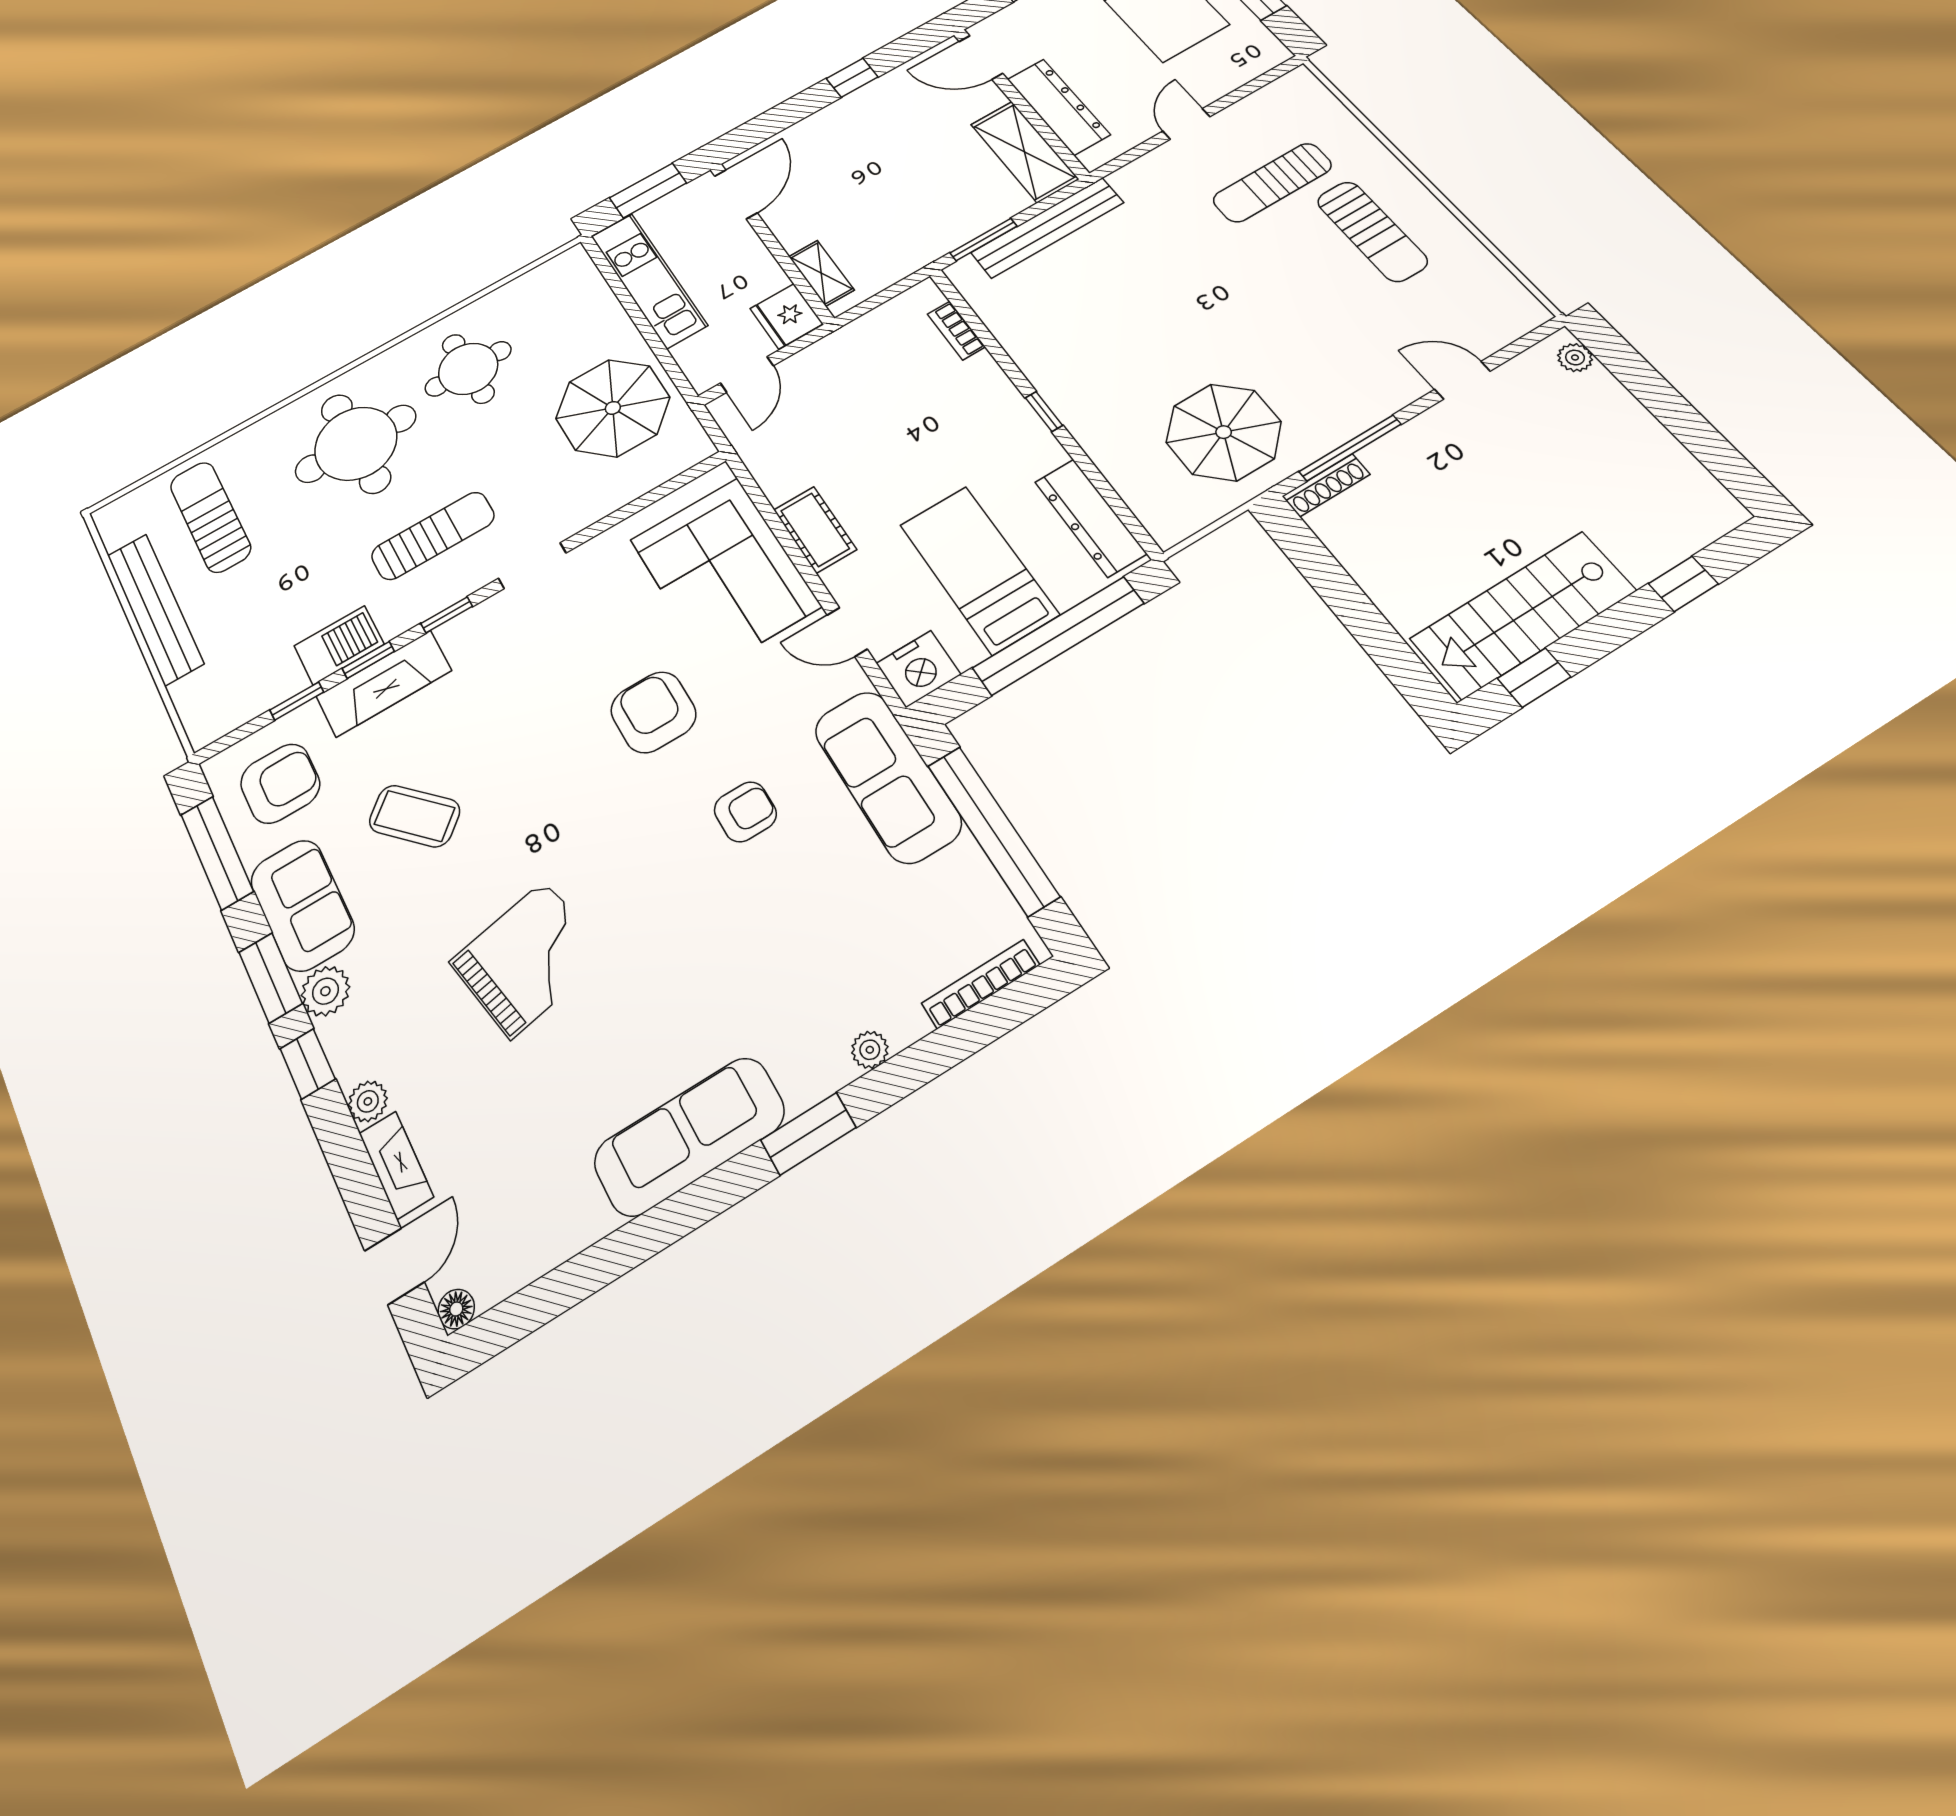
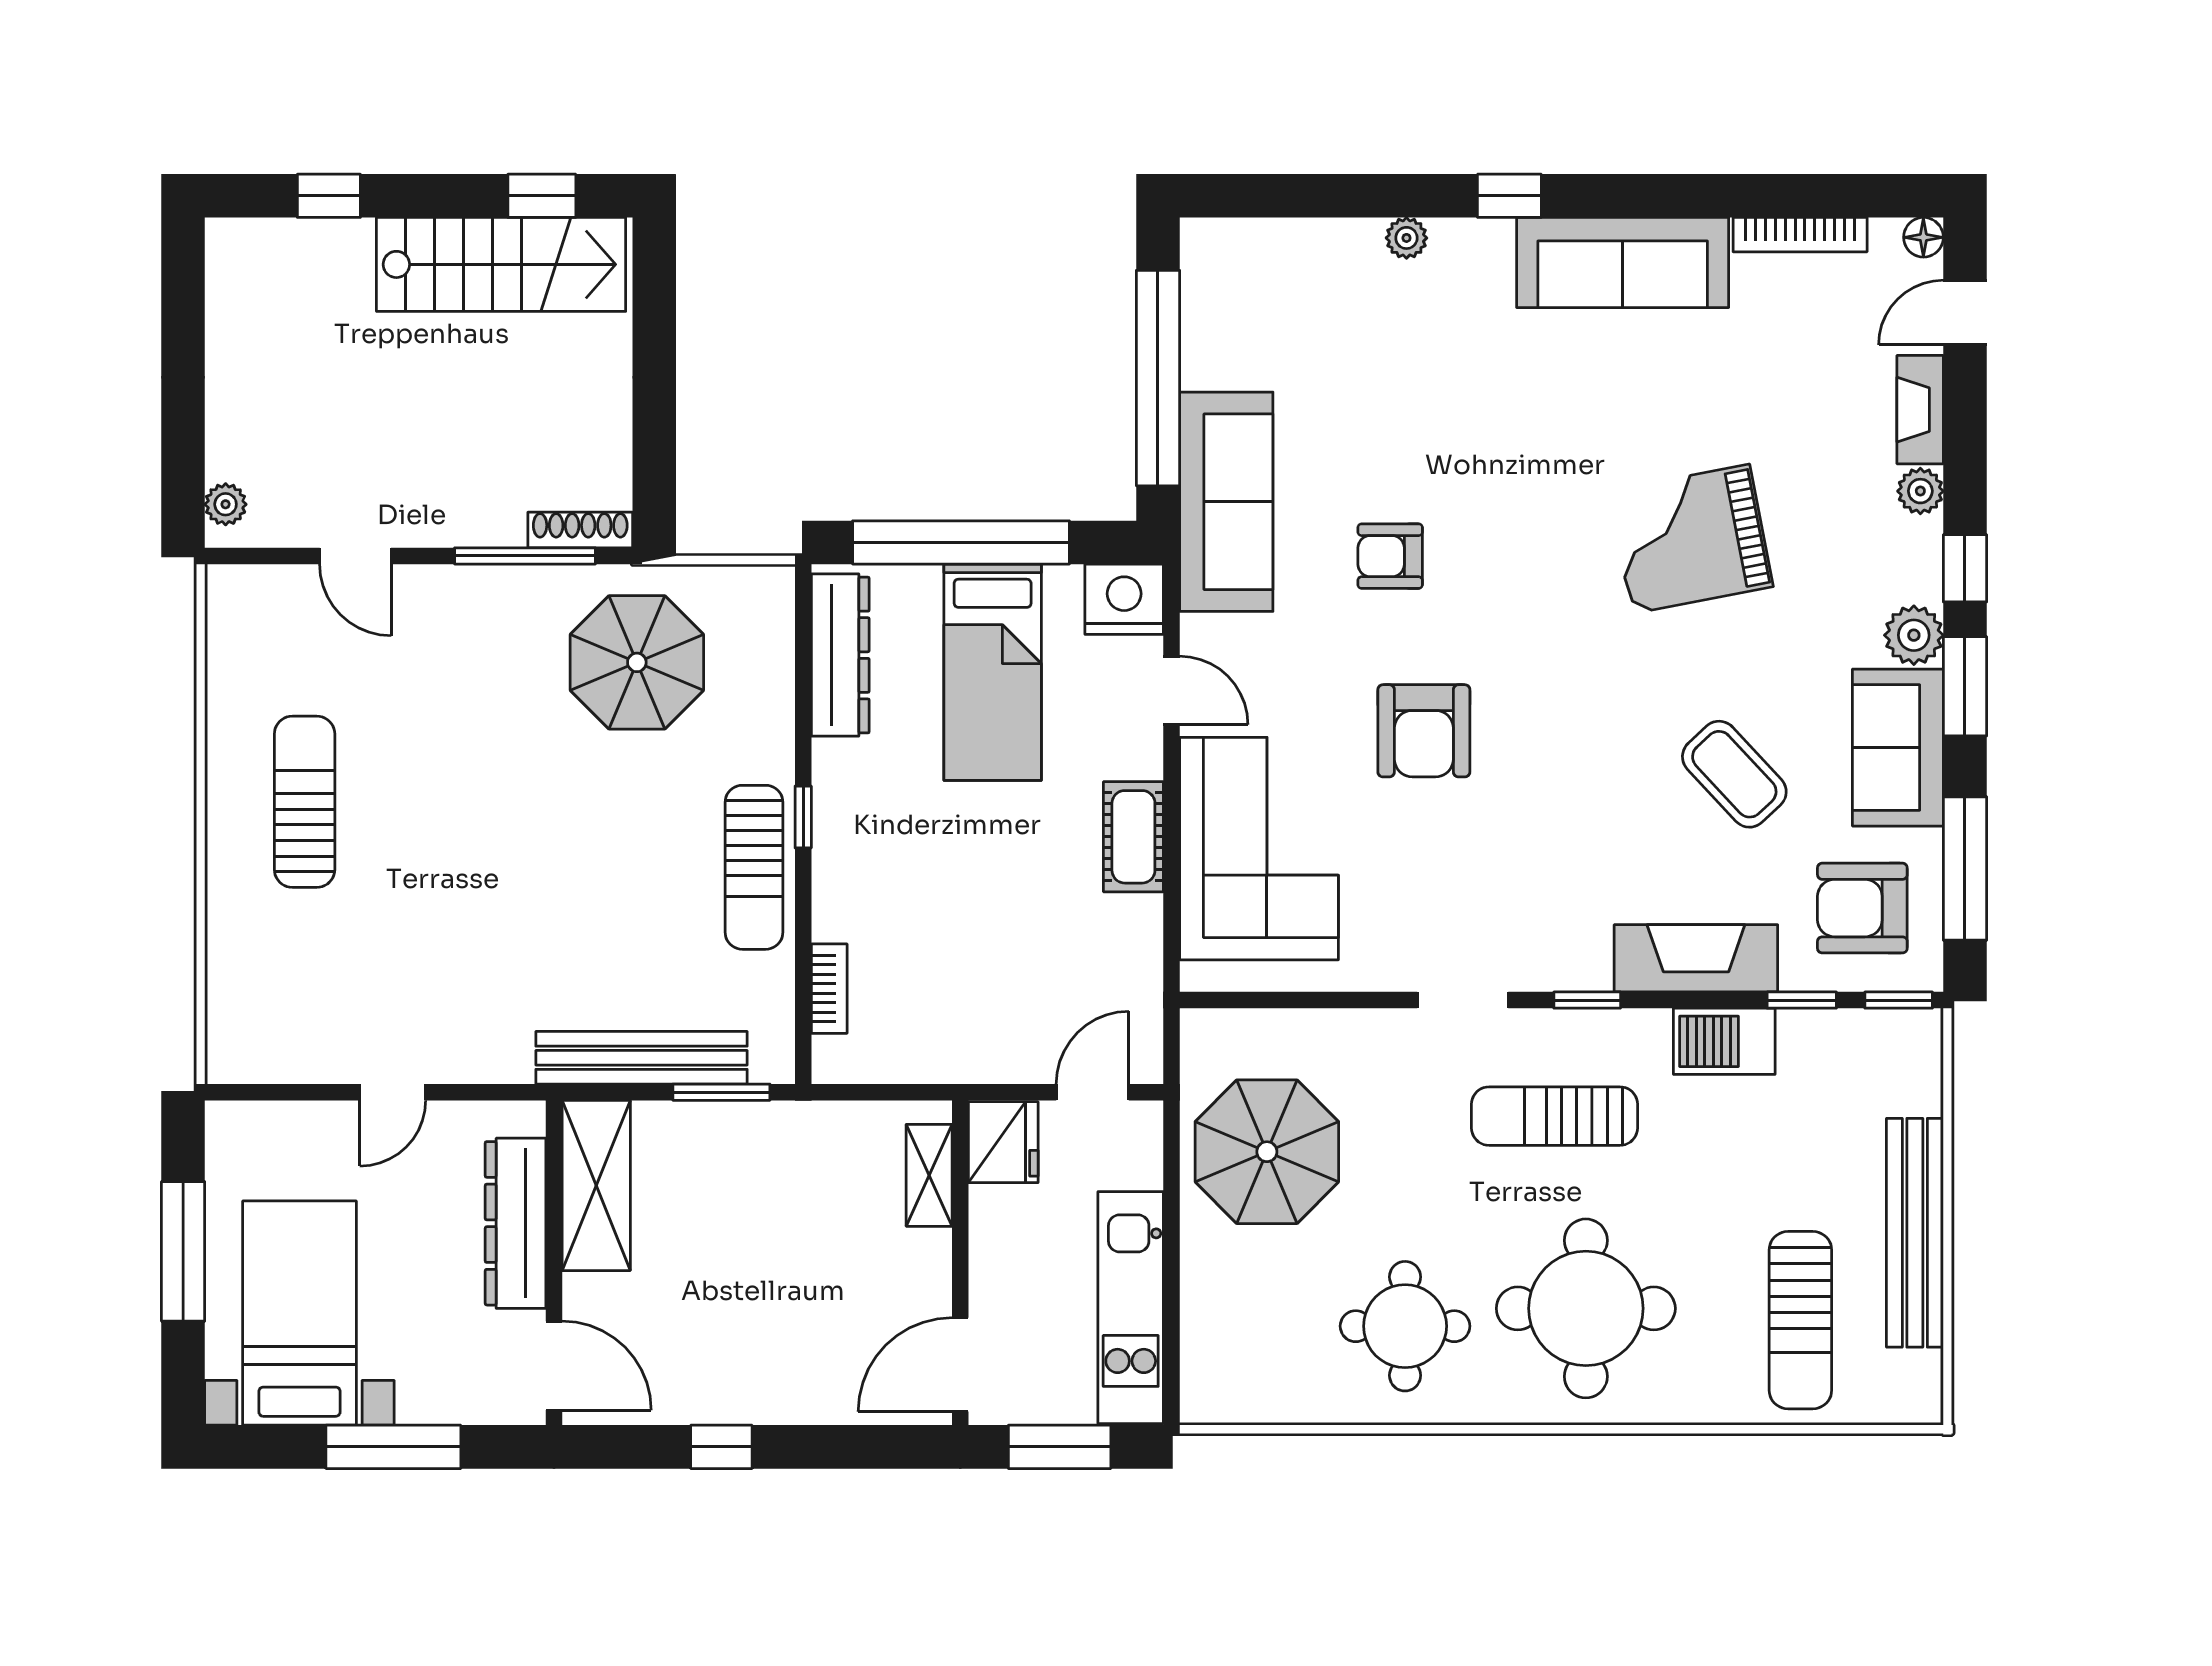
sun lounger: (1272, 183) -> (754, 867), moved, turned 90
window: (368, 660) -> (1899, 1000), moved
bookcase: (981, 984) -> (1800, 235), moved
window: (808, 1134) -> (1509, 196), width x0.67

